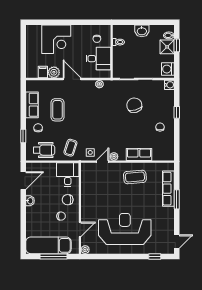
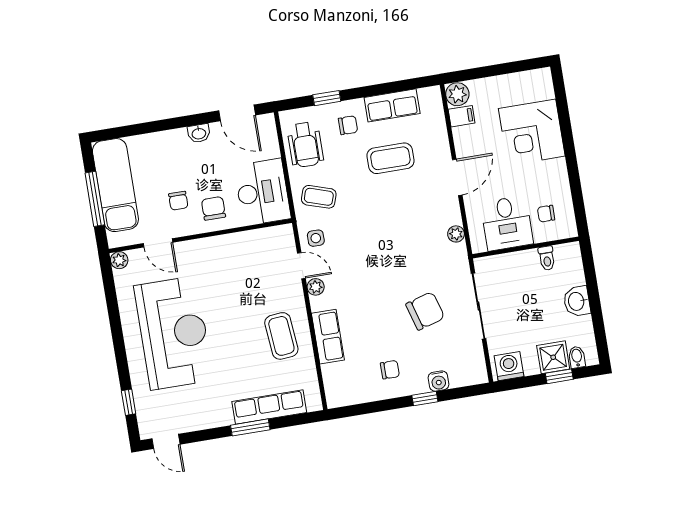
plant: (54, 72) -> (457, 94), moved
water cooler: (169, 85) -> (439, 381), moved
desk: (68, 175) -> (262, 192), width x1.37

